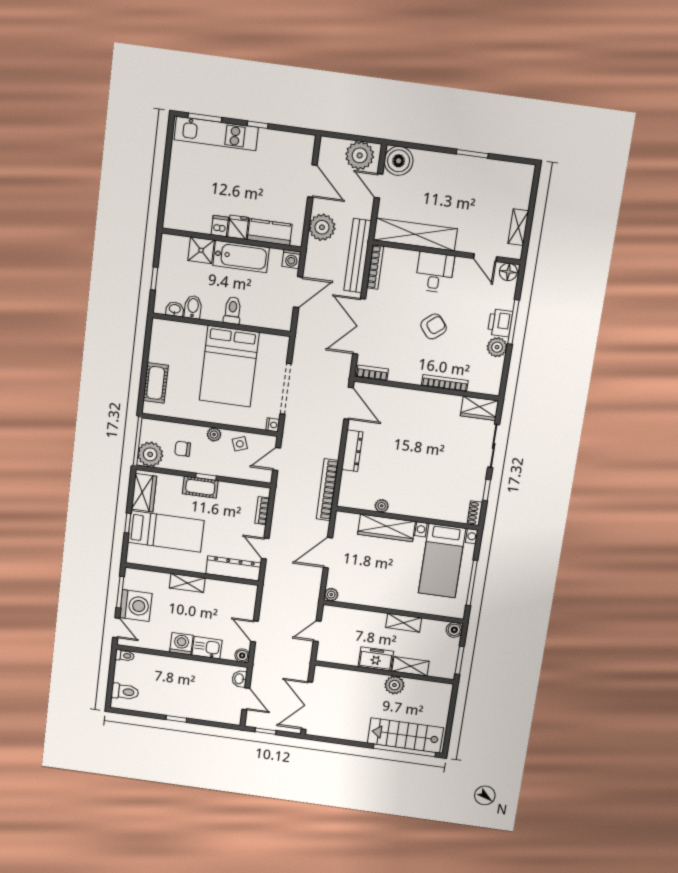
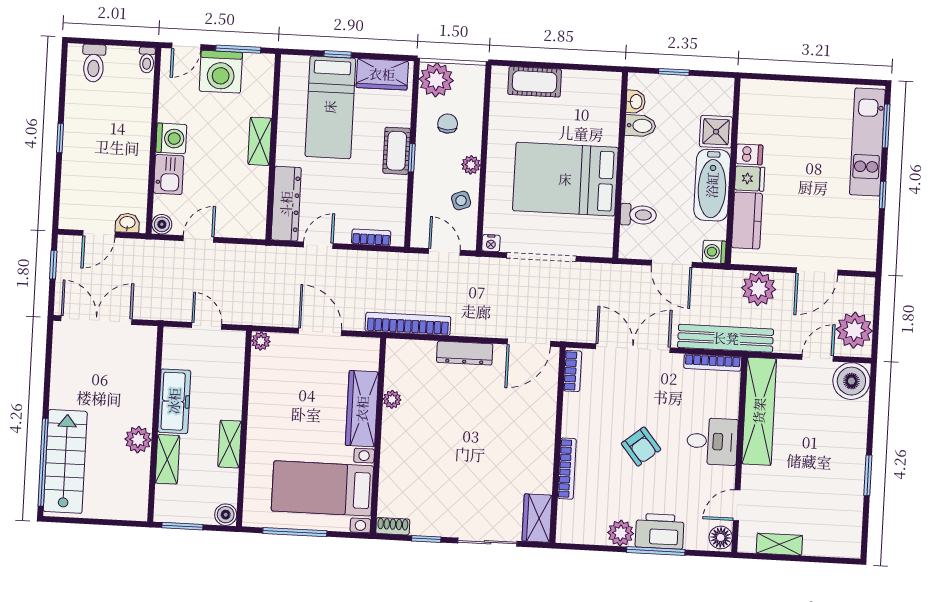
toilet: (233, 310) -> (638, 215), moved
printer: (500, 323) -> (660, 531), width x1.37, depth x1.19
freezer: (376, 659) -> (174, 401), width x1.40

